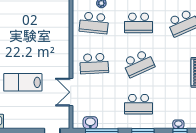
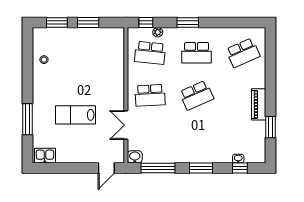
school desk: (139, 104) -> (196, 138), removed
washbasin: (90, 123) -> (135, 157), moved

